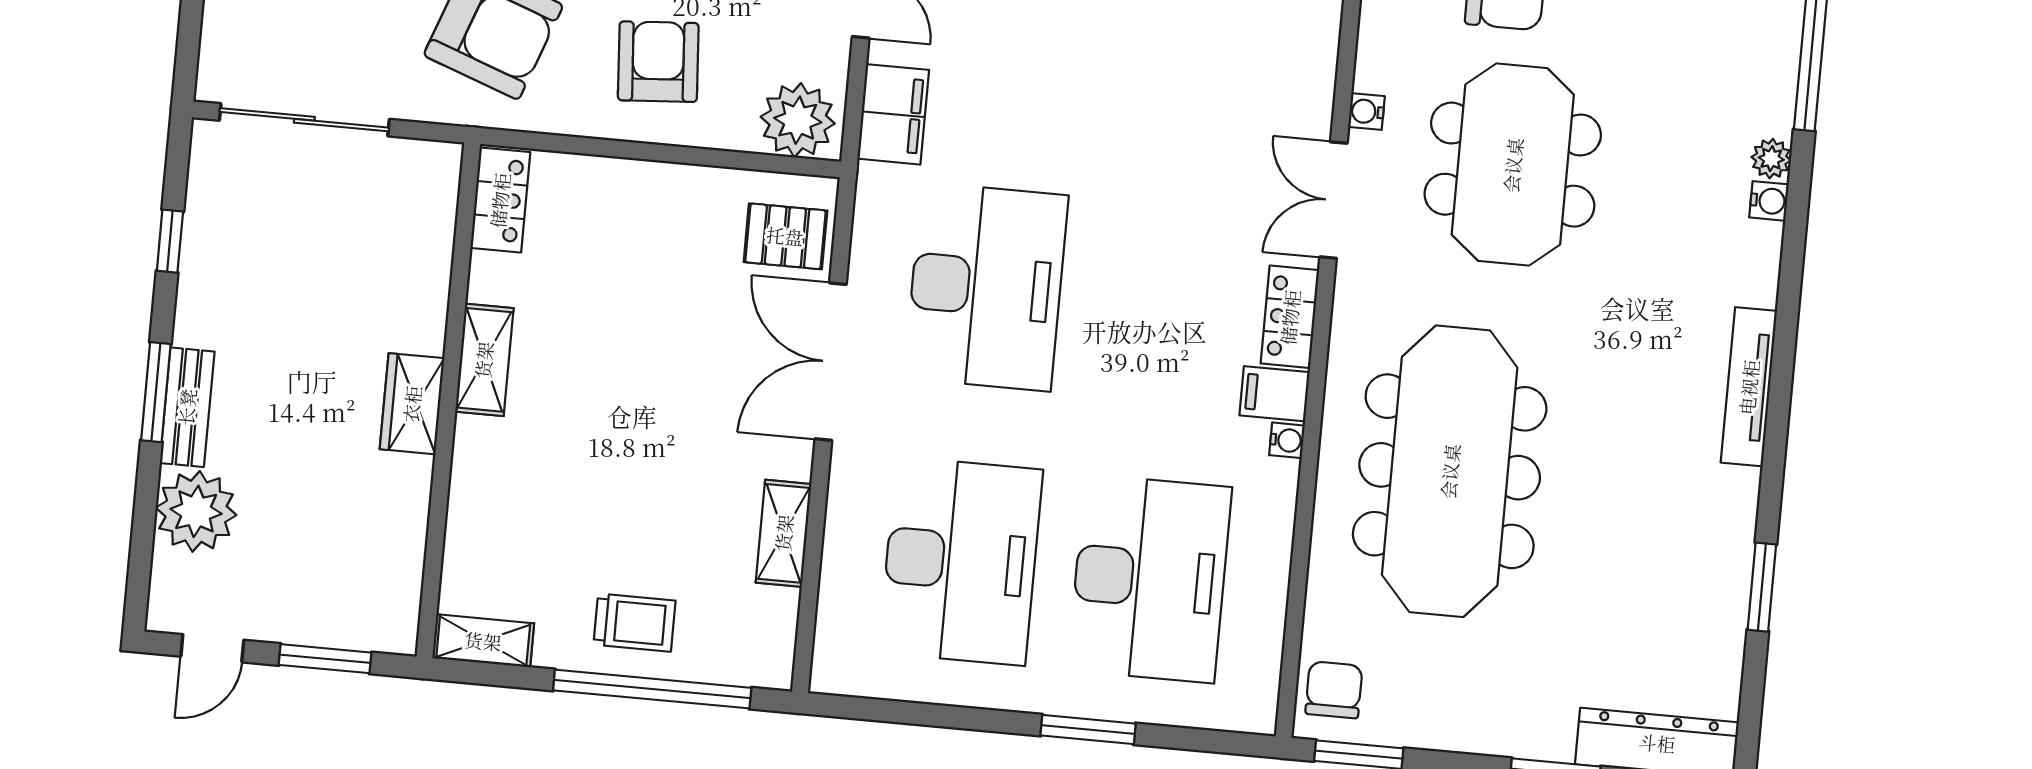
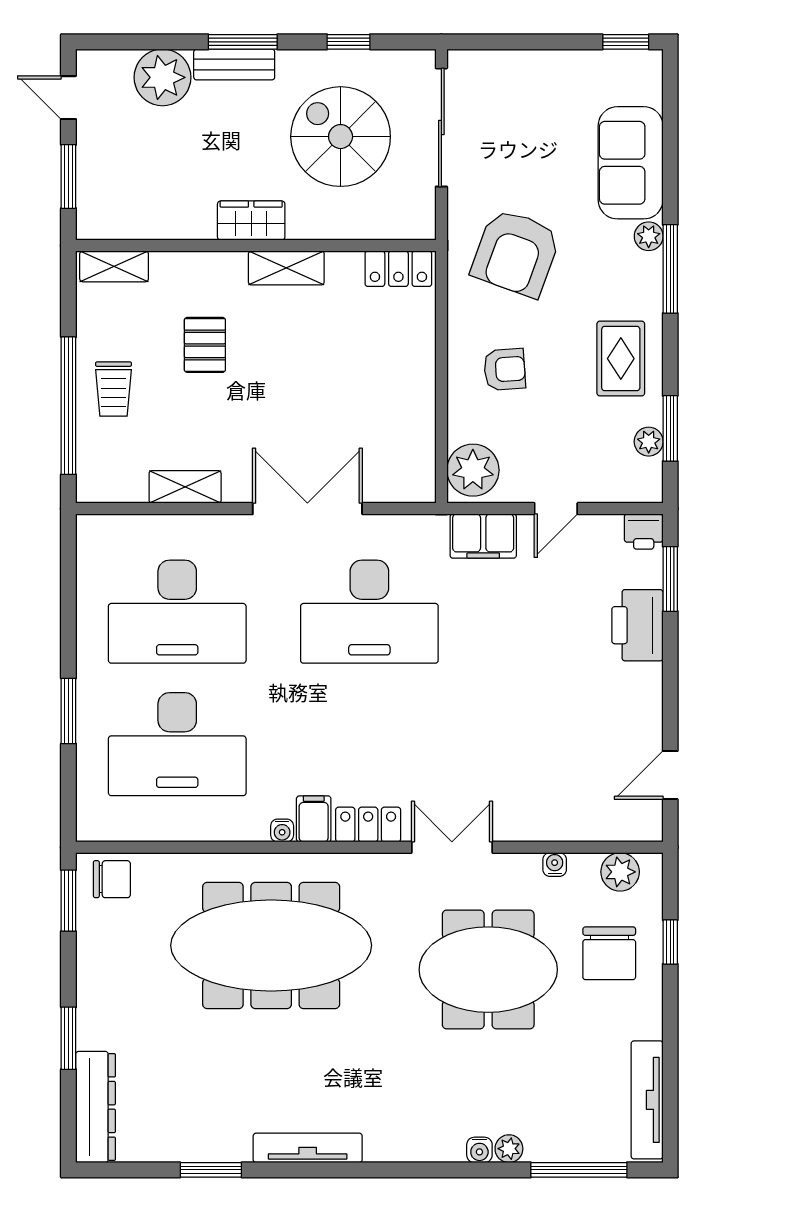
armchair: (658, 62) -> (505, 369), width x0.72, depth x0.72
water cooler: (1366, 111) -> (555, 865), moved
pallet: (785, 236) -> (205, 345), moved
spiral stairs: (304, 265) -> (341, 137), added
tv unit: (1749, 387) -> (308, 1148), moved
shelving: (483, 641) -> (114, 266), moved, turned 90

